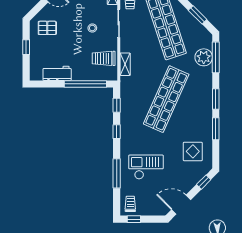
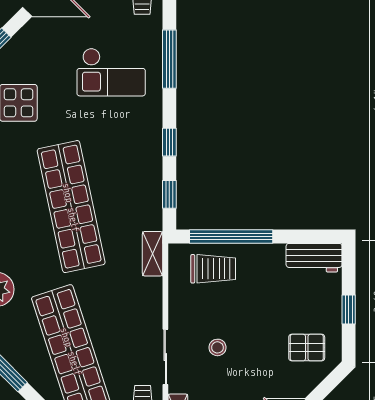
trolley: (104, 58) -> (213, 269), moved
shelving: (125, 64) -> (153, 254), moved
workbench: (57, 73) -> (314, 258), moved
shop shelf: (166, 99) -> (71, 207), turned -36

